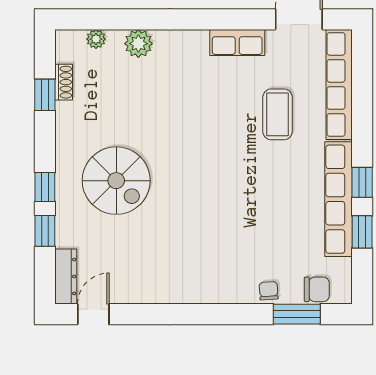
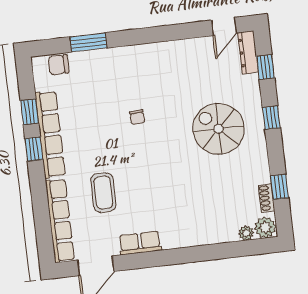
plant: (138, 44) -> (265, 227), moved
window: (45, 231) -> (266, 67), moved
chair: (269, 291) -> (137, 117), moved
window: (297, 314) -> (89, 42), moved

